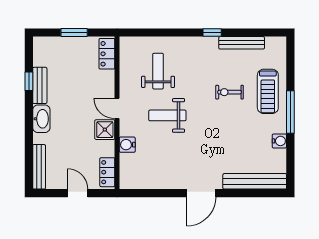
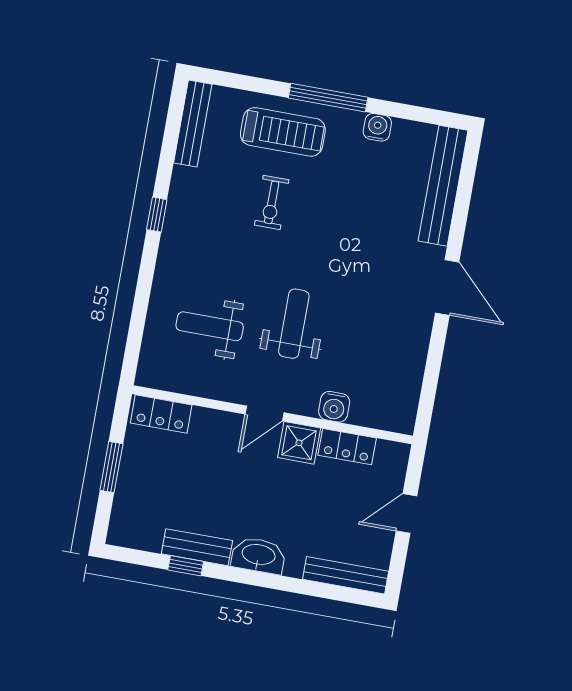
bench: (242, 43) -> (193, 124), moved
weight bench: (167, 115) -> (294, 324), turned 180
locker: (107, 172) -> (347, 447), moved

